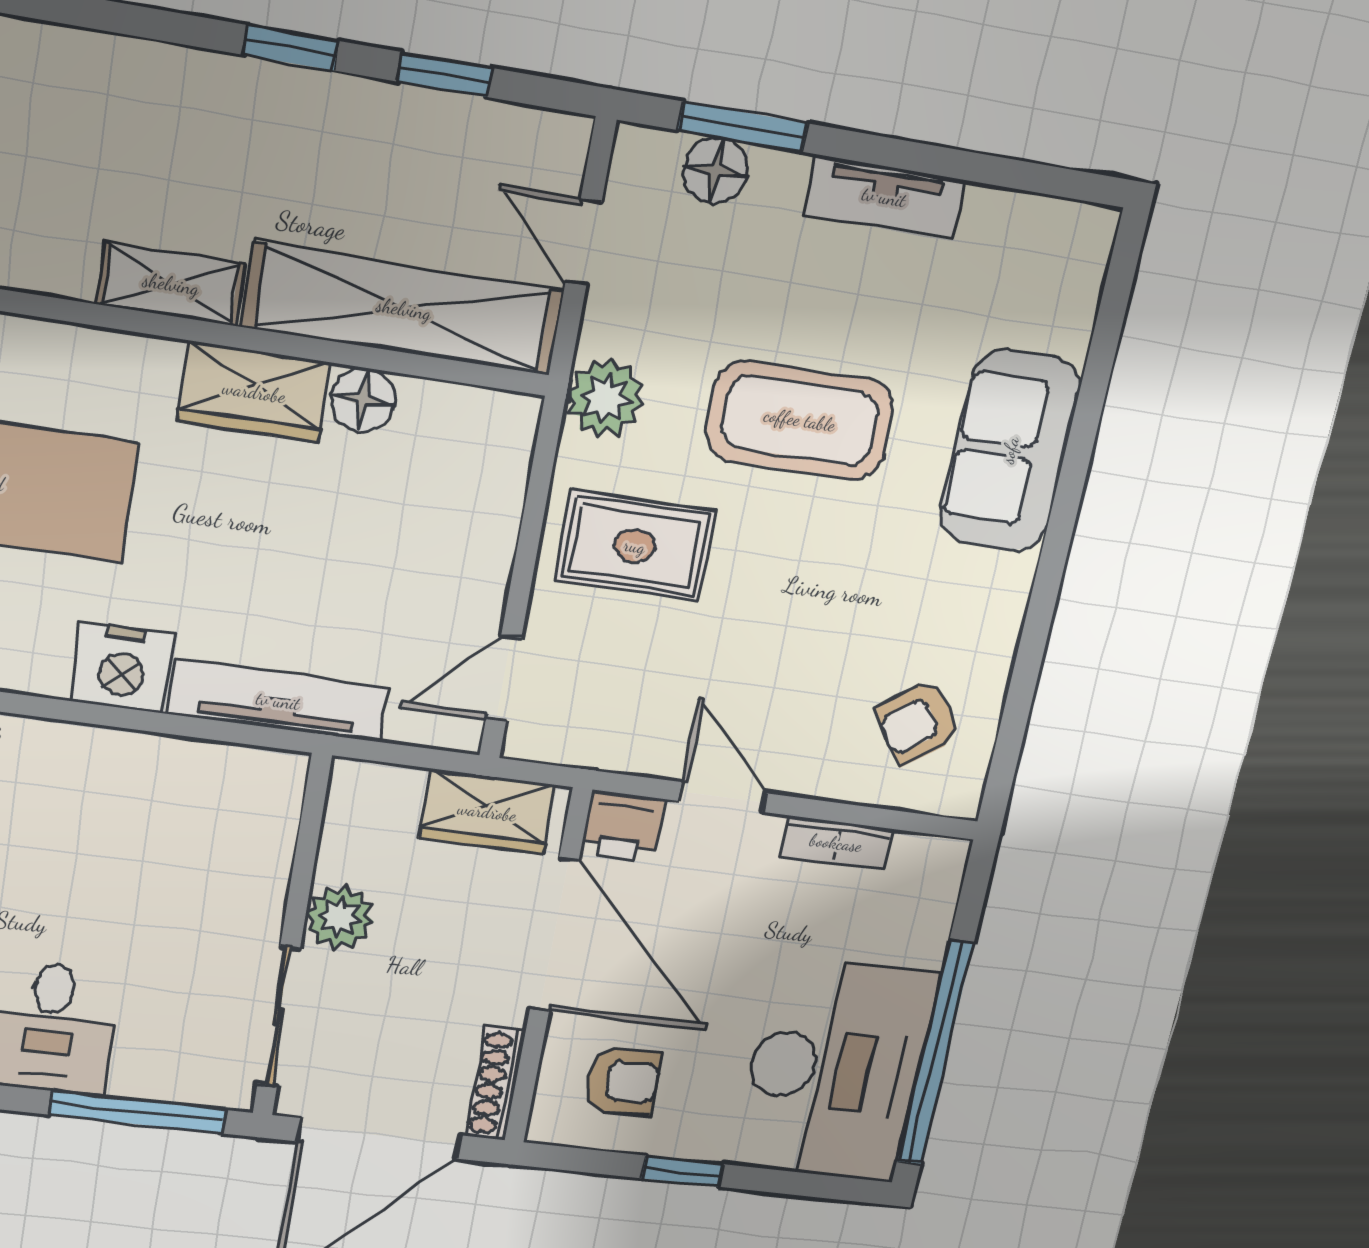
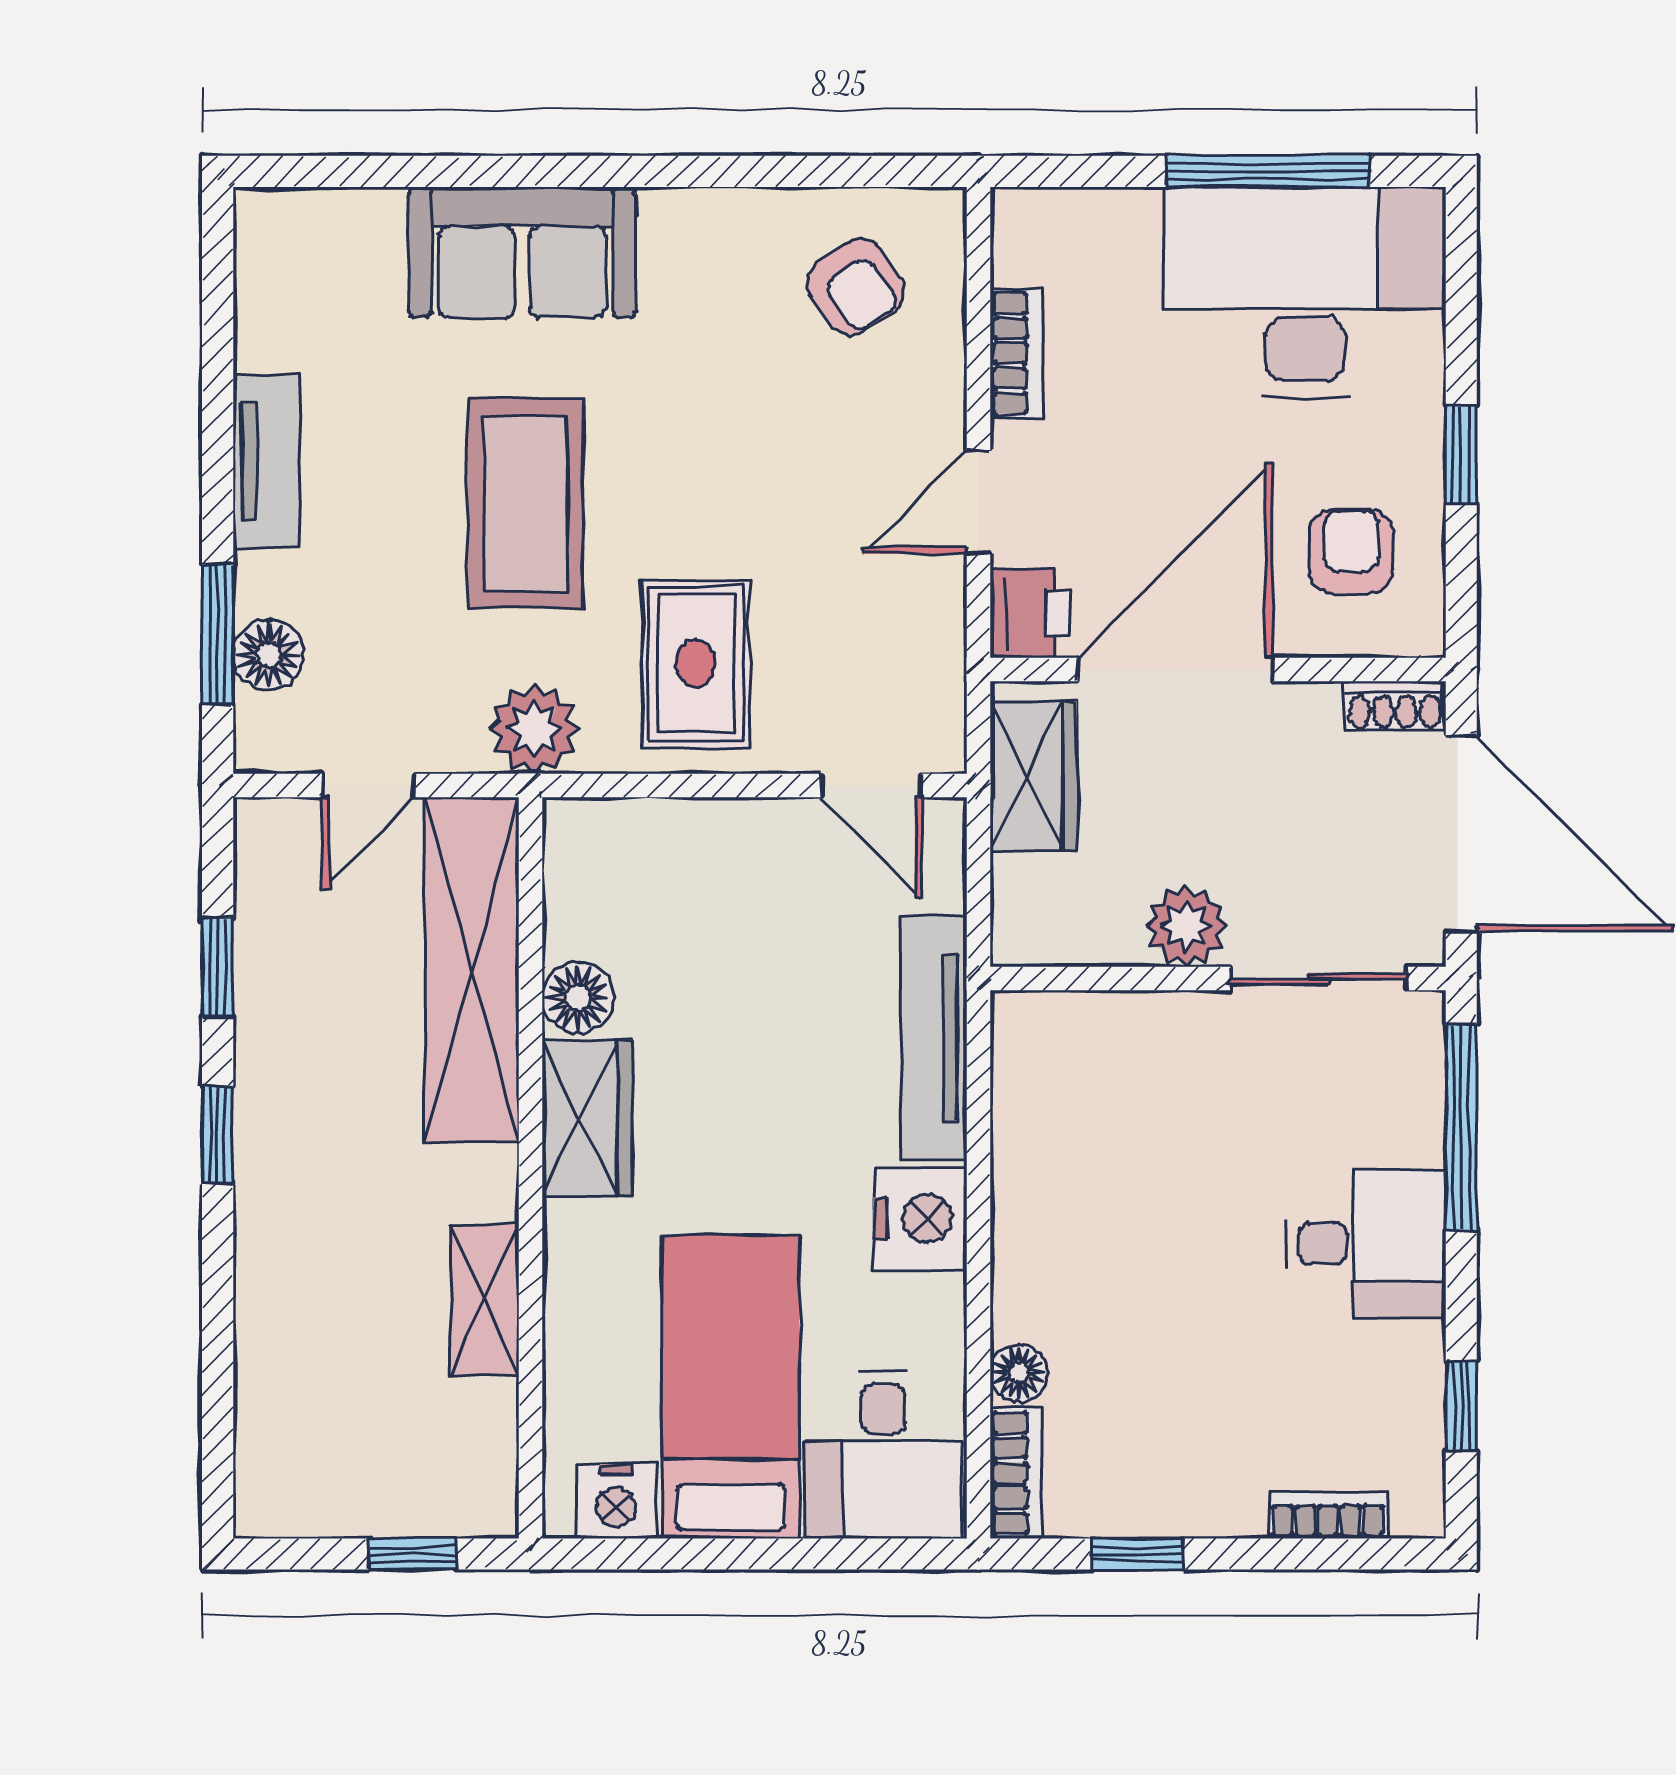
shelving: (171, 284) -> (485, 1300), moved
window: (935, 1053) -> (1268, 171), width x0.68
shoe rack: (495, 1083) -> (1395, 706), width x0.70

